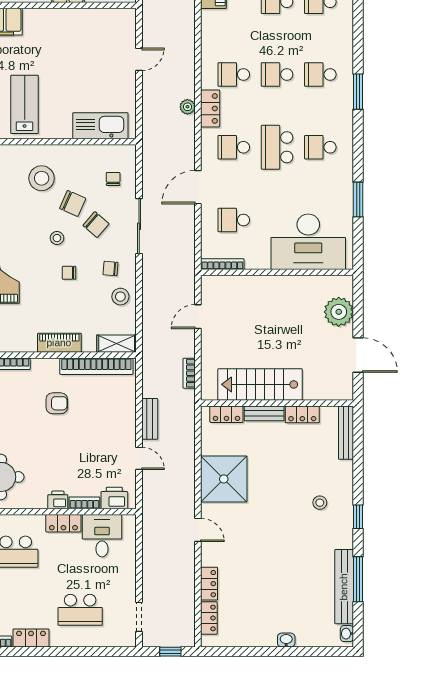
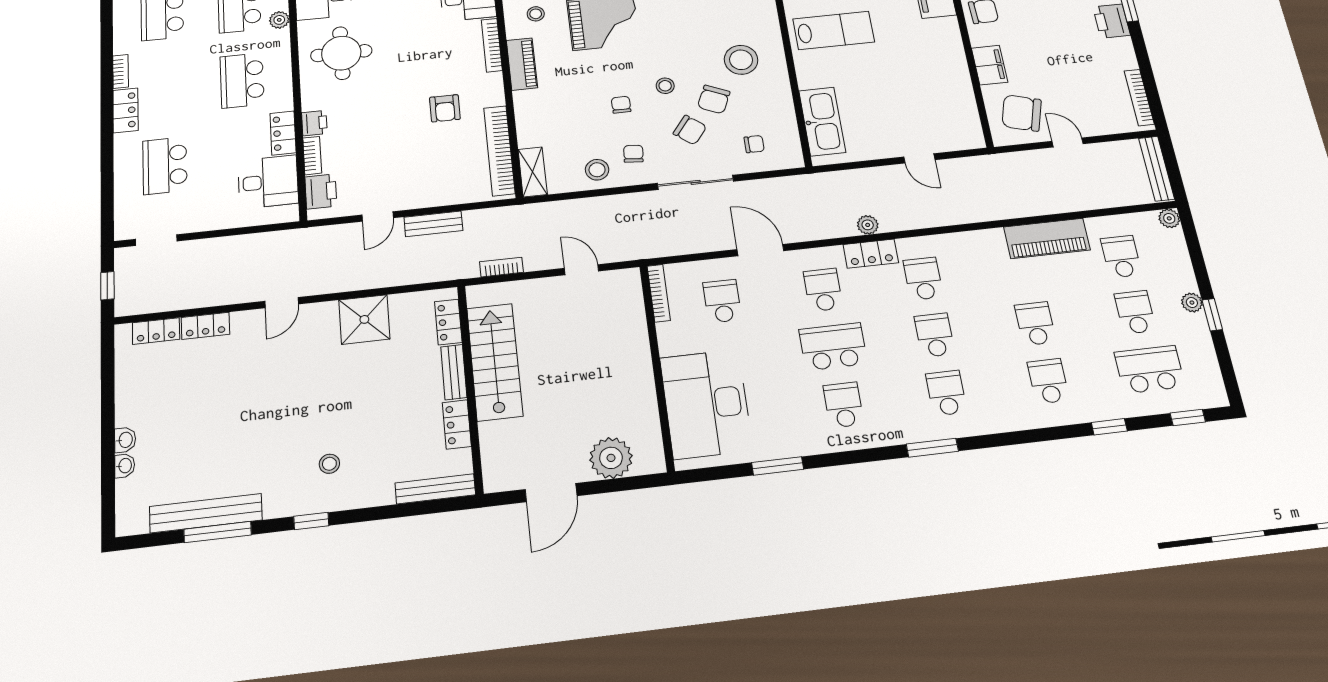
chair: (96, 225) -> (690, 130), turned -93
piano: (59, 343) -> (522, 64), moved
shower: (224, 479) -> (364, 319), width x0.73, depth x0.73
washbasin: (347, 634) -> (125, 466), moved, turned 90

